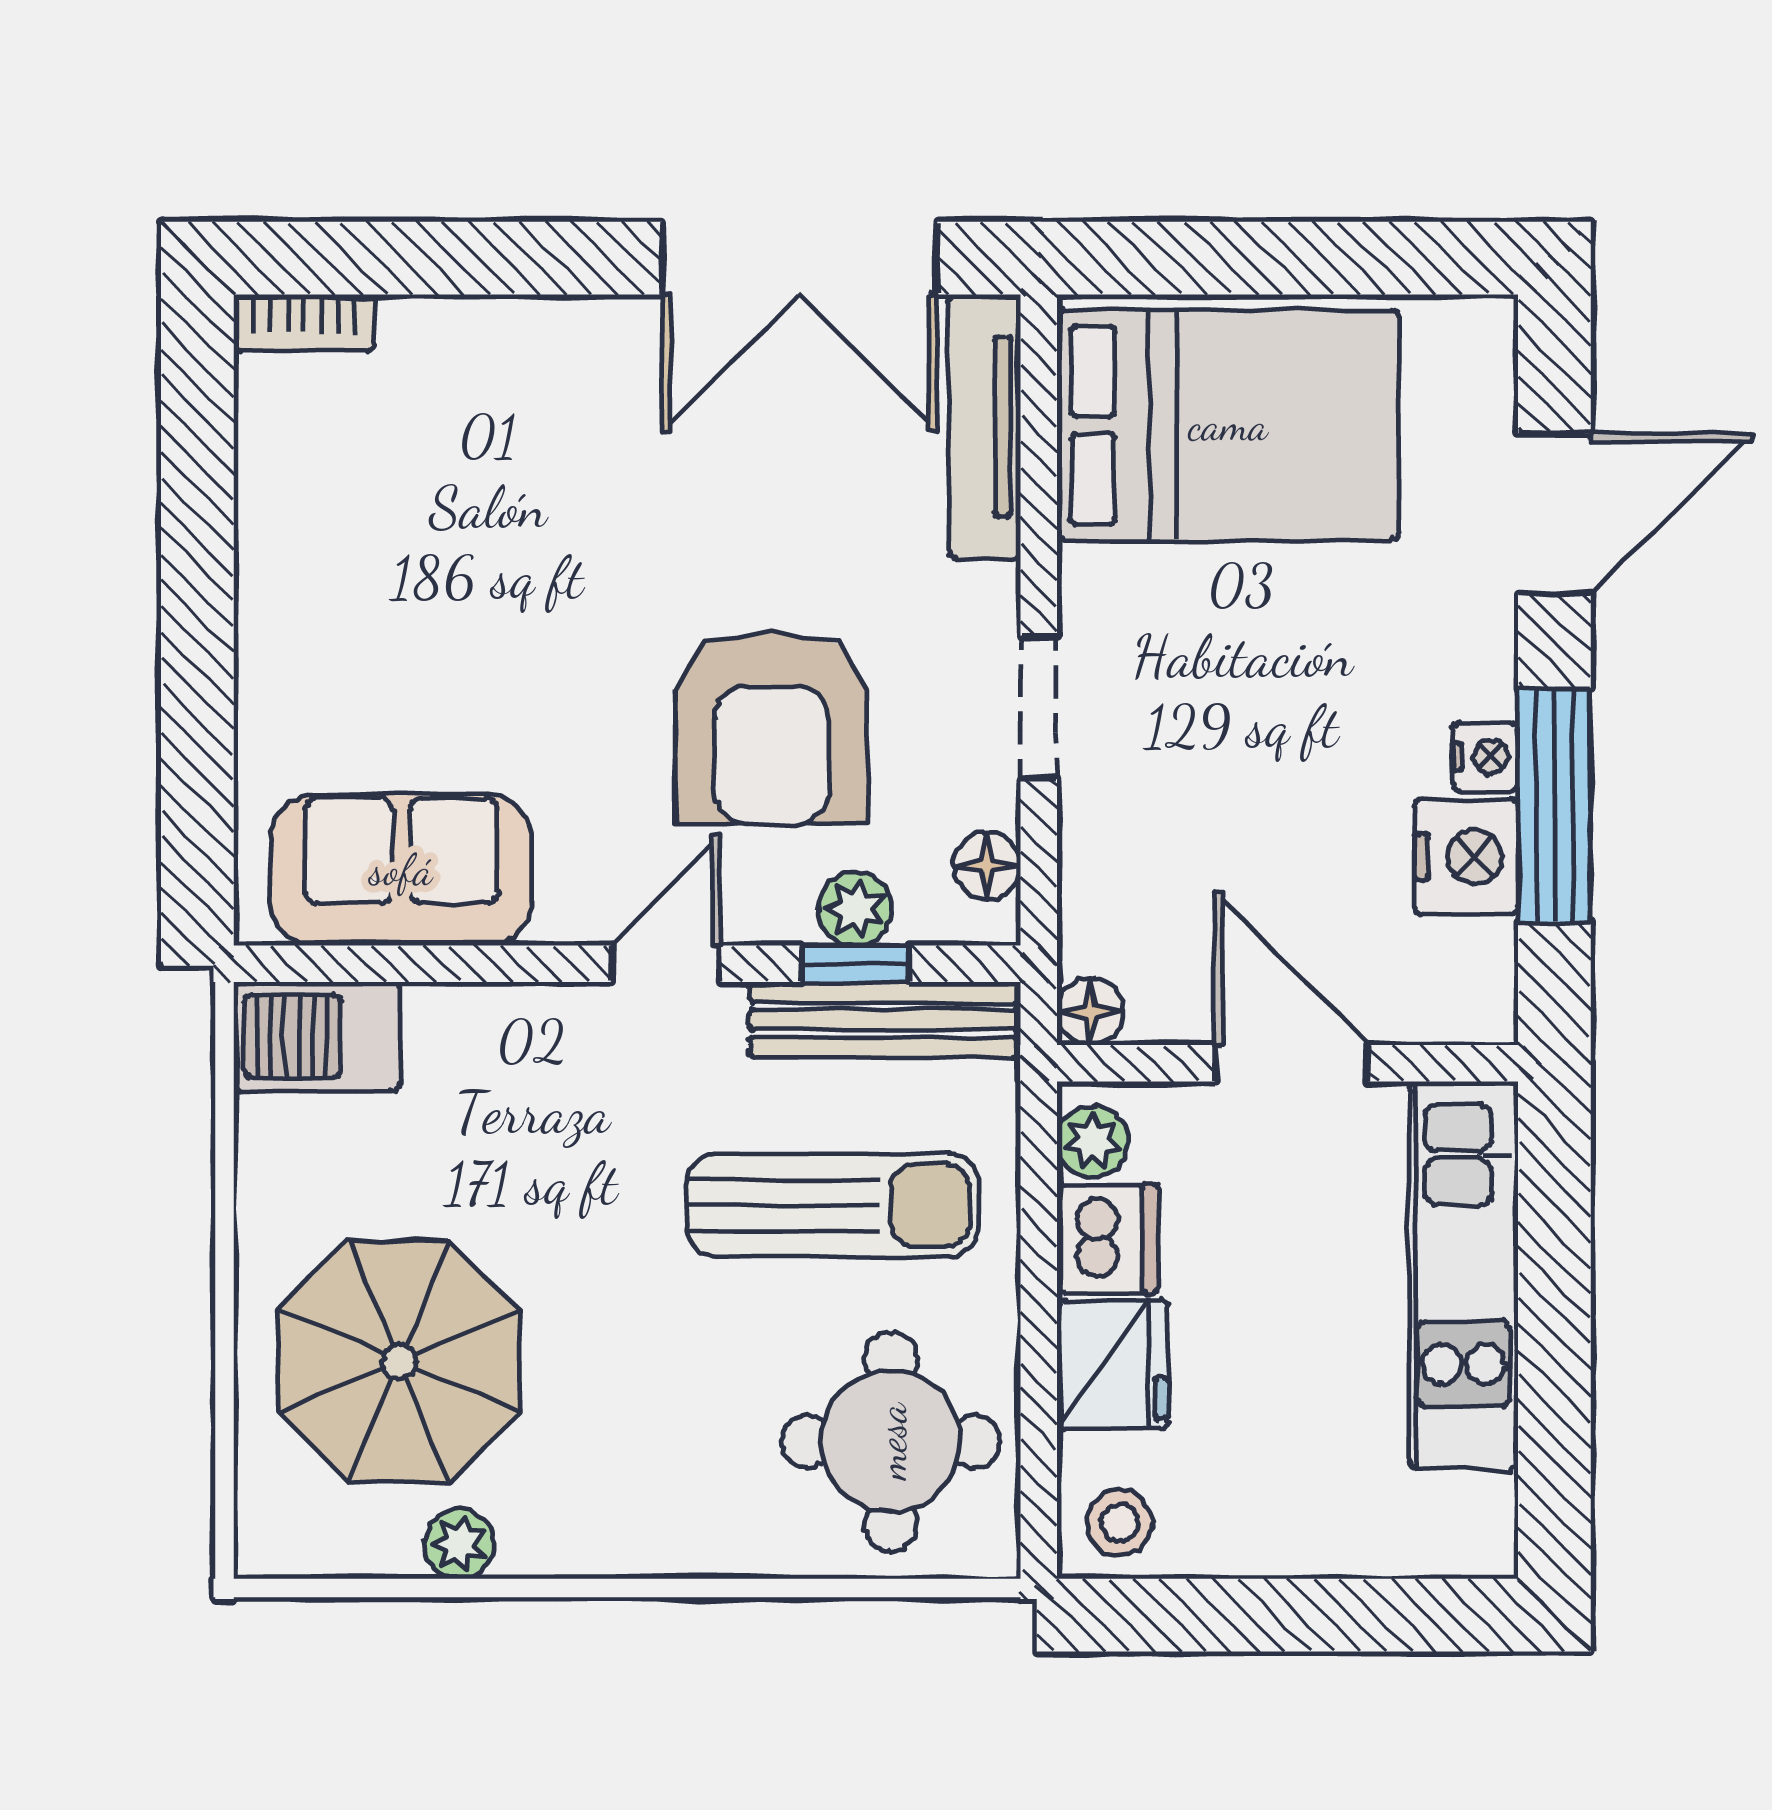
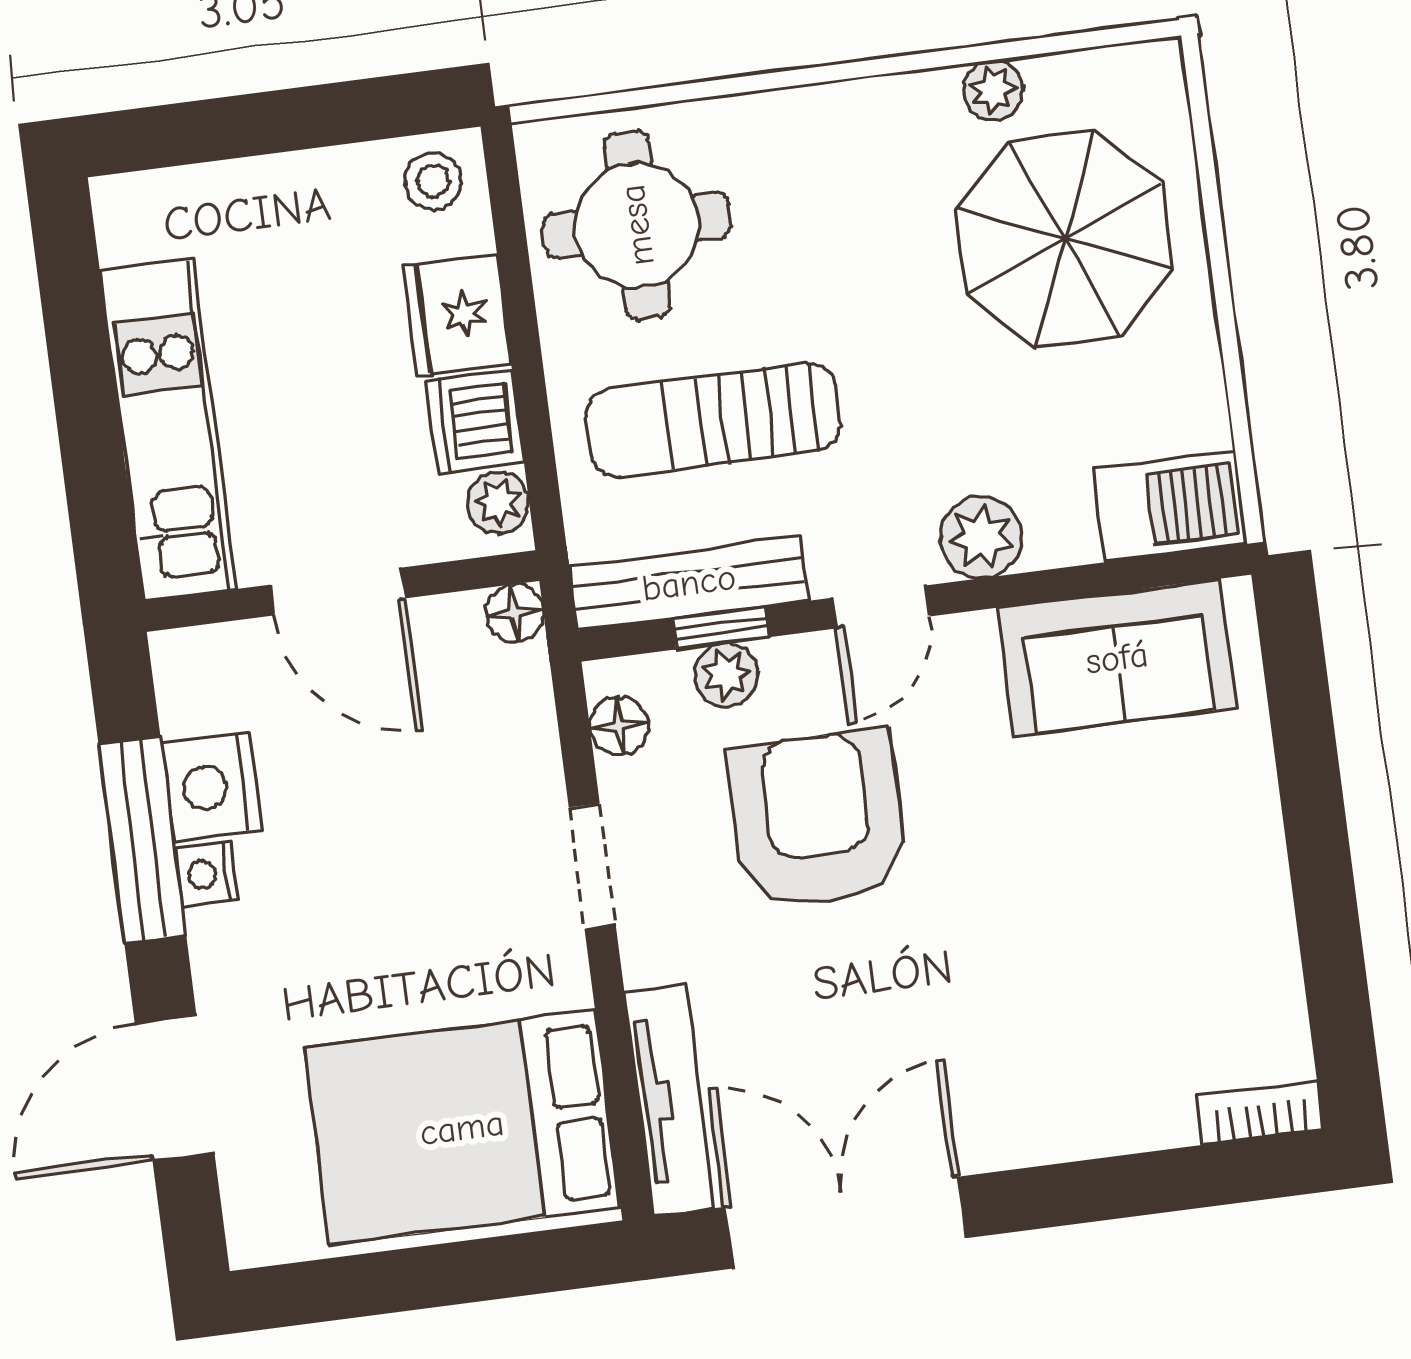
plant: (540, 1029) -> (981, 537), added

